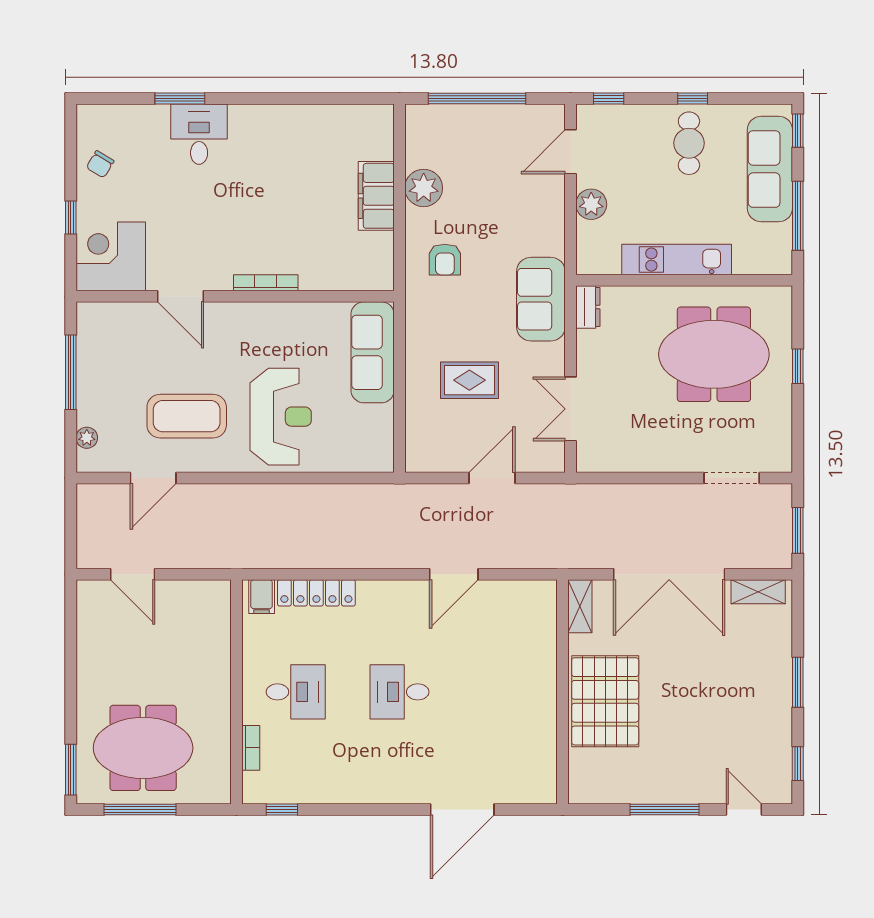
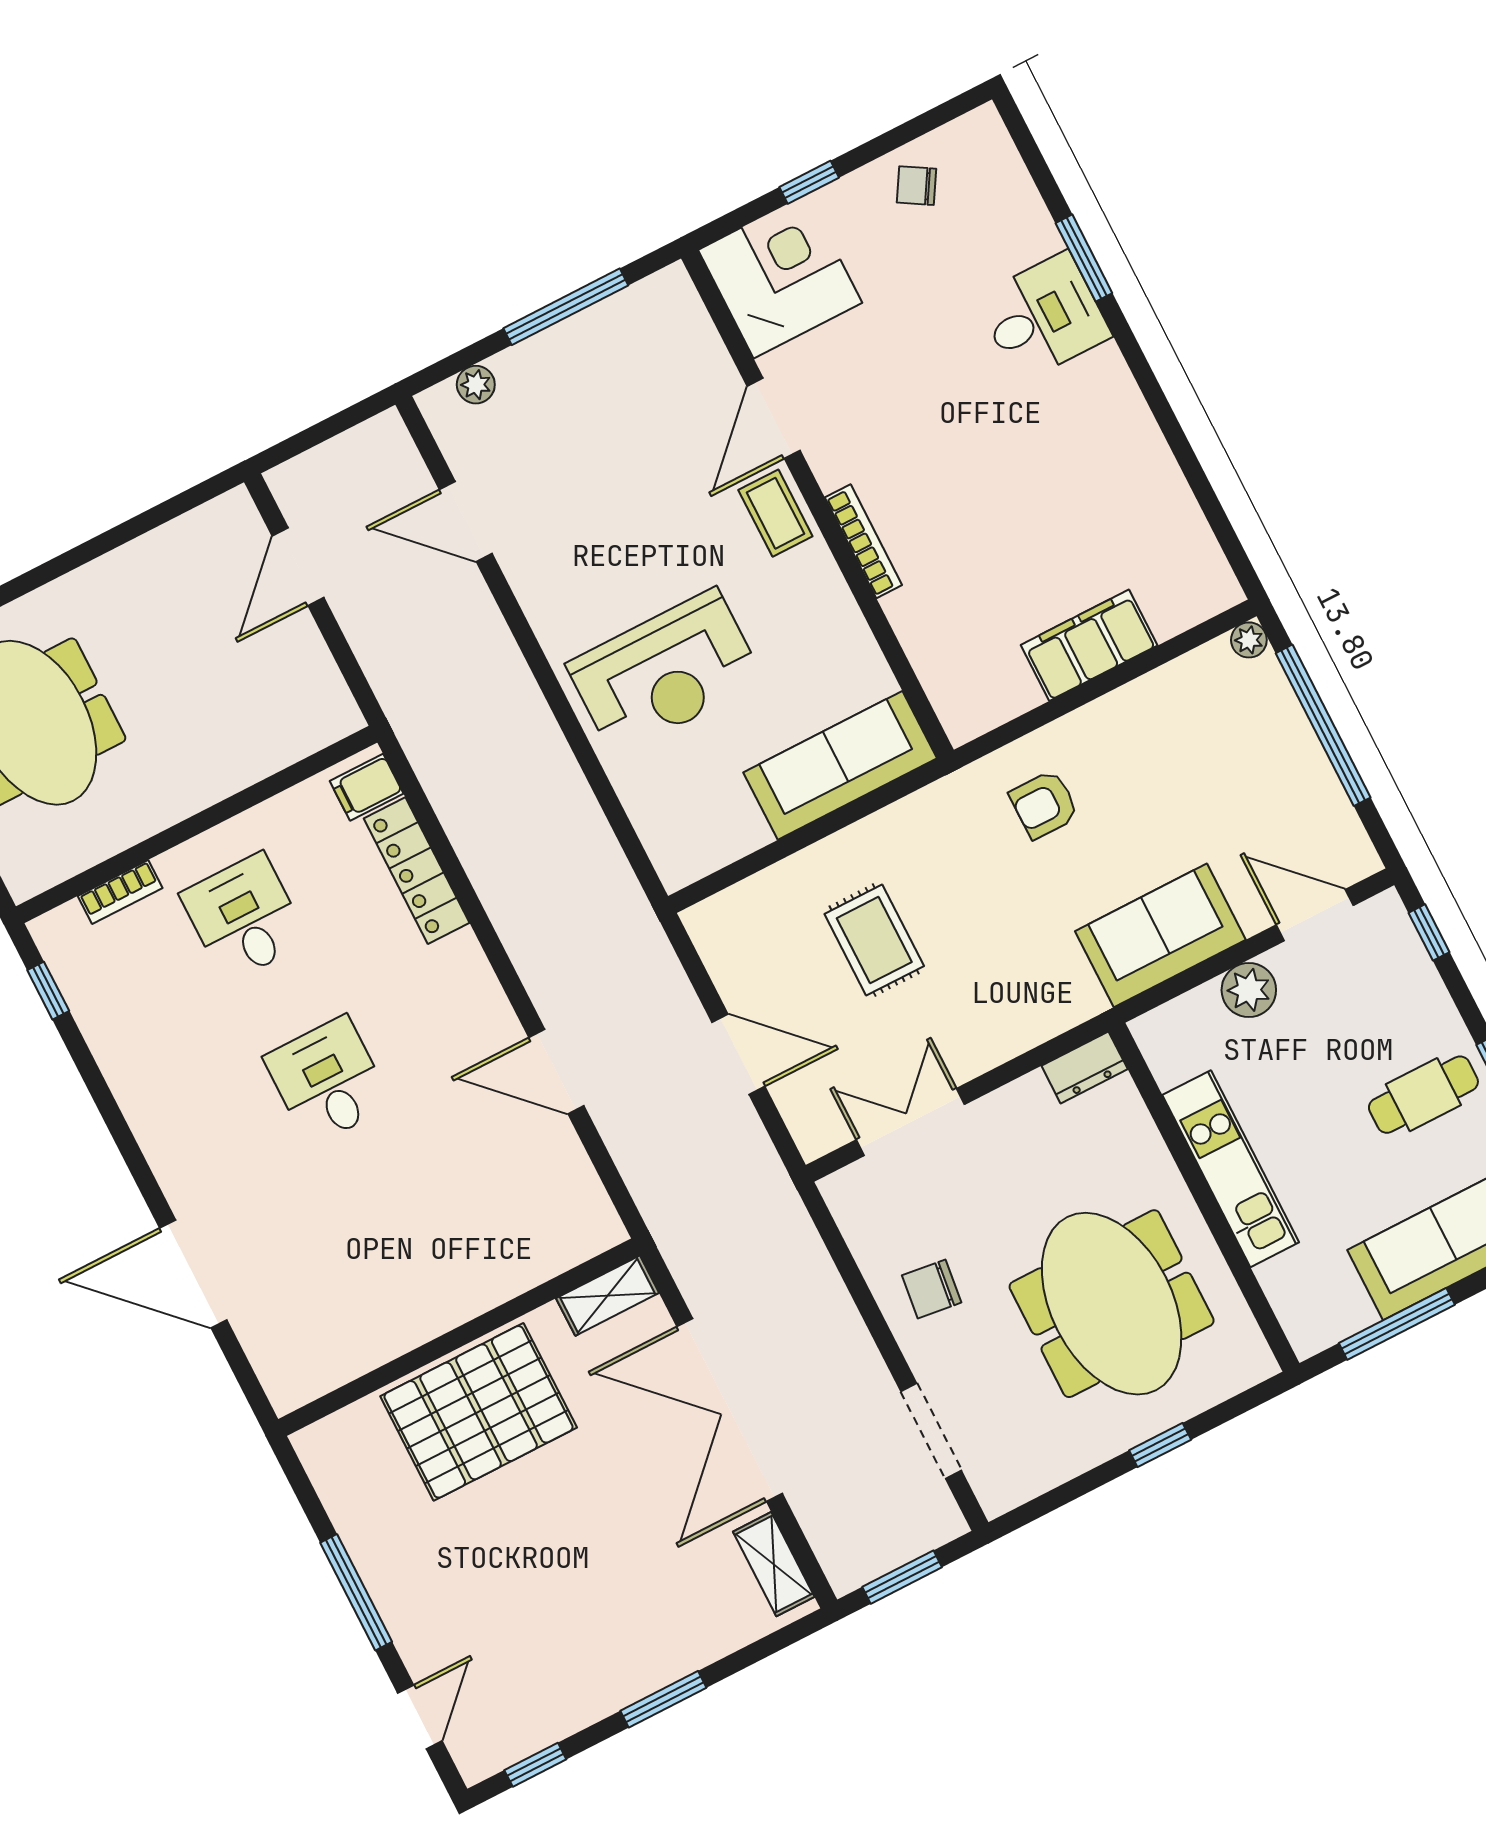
plant: (424, 188) -> (1249, 640), moved, width x0.53, depth x0.53
sofa: (541, 299) -> (1160, 935), moved
coffee table: (187, 416) -> (775, 513), moved, width x0.54, depth x0.58
chair: (660, 441) -> (932, 1289), added
desk: (296, 692) -> (244, 918), turned 180

